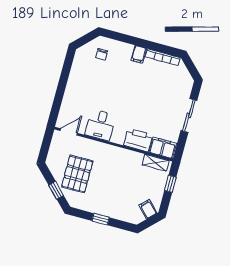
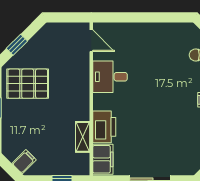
shelving: (156, 163) -> (83, 137), moved
pallet: (77, 174) -> (28, 84), moved

